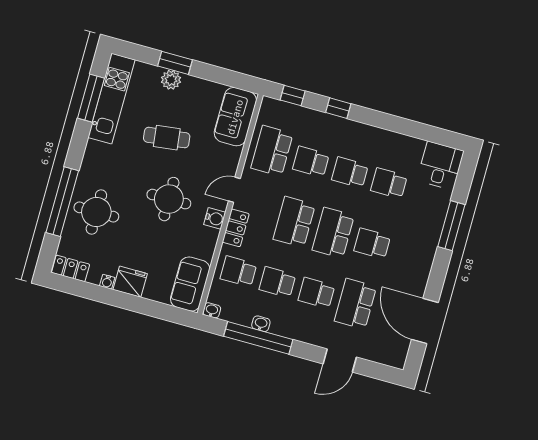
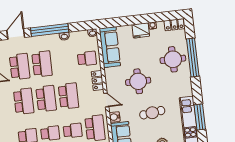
door: (234, 190) -> (106, 100), hinge flipped
water cooler: (215, 218) -> (115, 117), moved
school desk: (372, 244) -> (24, 101), width x1.85
school desk: (277, 282) -> (64, 61), removed
sofa: (190, 284) -> (110, 47), width x1.36
school desk: (316, 293) -> (42, 64), width x1.85
window: (258, 338) -> (50, 30), moved

